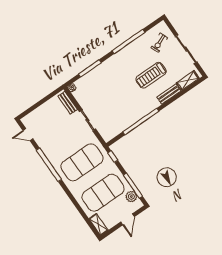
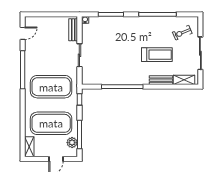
treadmill: (151, 75) -> (157, 55), turned 180
door: (28, 135) -> (23, 33), swing flipped

